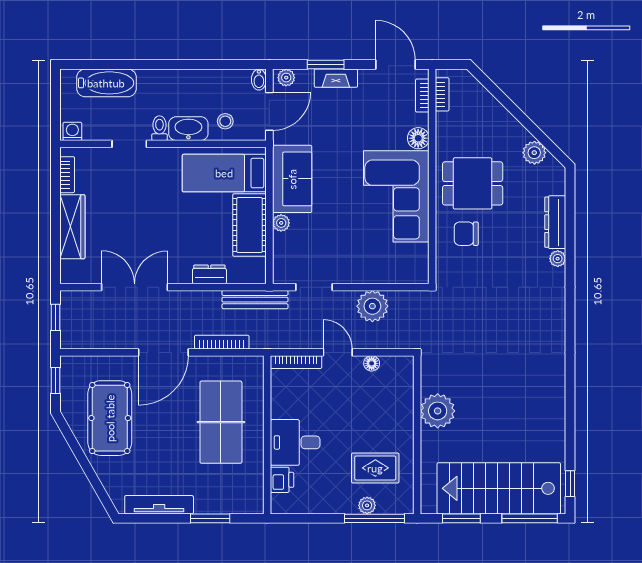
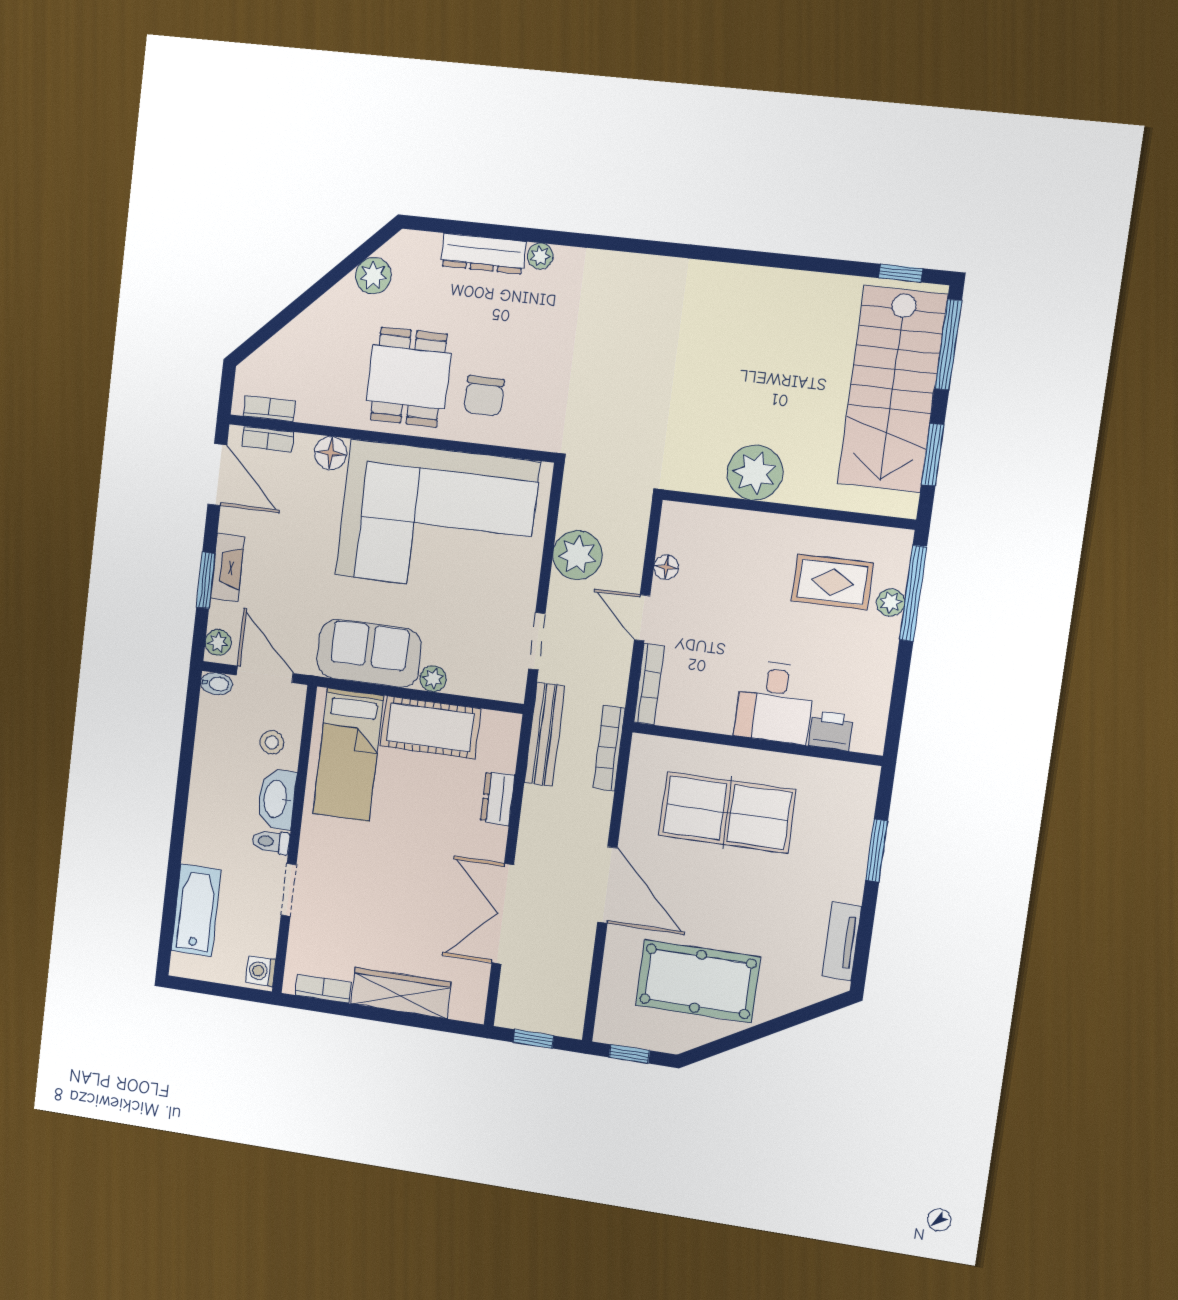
door: (396, 65) -> (217, 475), swing flipped
corner sofa: (396, 196) -> (437, 519), width x1.36, depth x1.36
bookcase: (222, 342) -> (609, 748), moved
door: (338, 352) -> (642, 618), hinge flipped
rug: (375, 468) -> (832, 582), turned 90
tv unit: (159, 505) -> (842, 942), width x0.71

